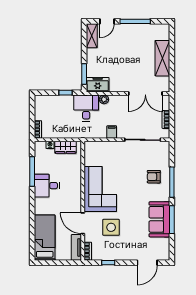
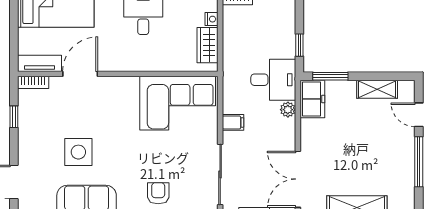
shelving: (92, 36) -> (377, 89), moved
corner sofa: (100, 189) -> (178, 103), moved
side table: (111, 227) -> (78, 152), moved

